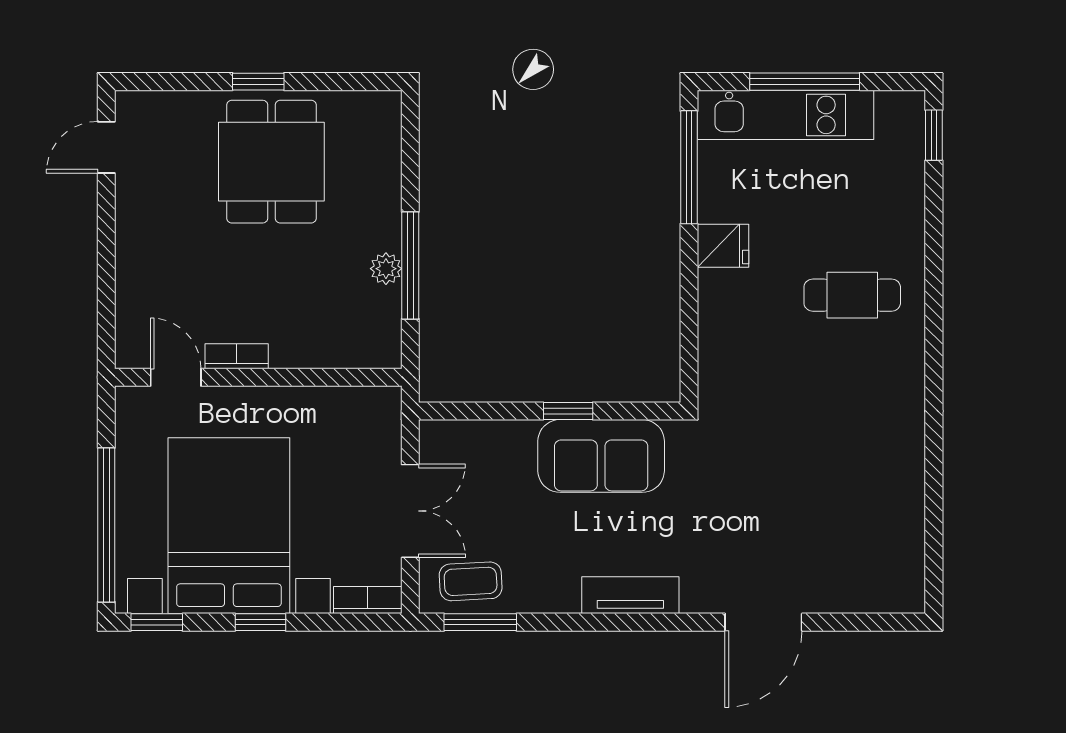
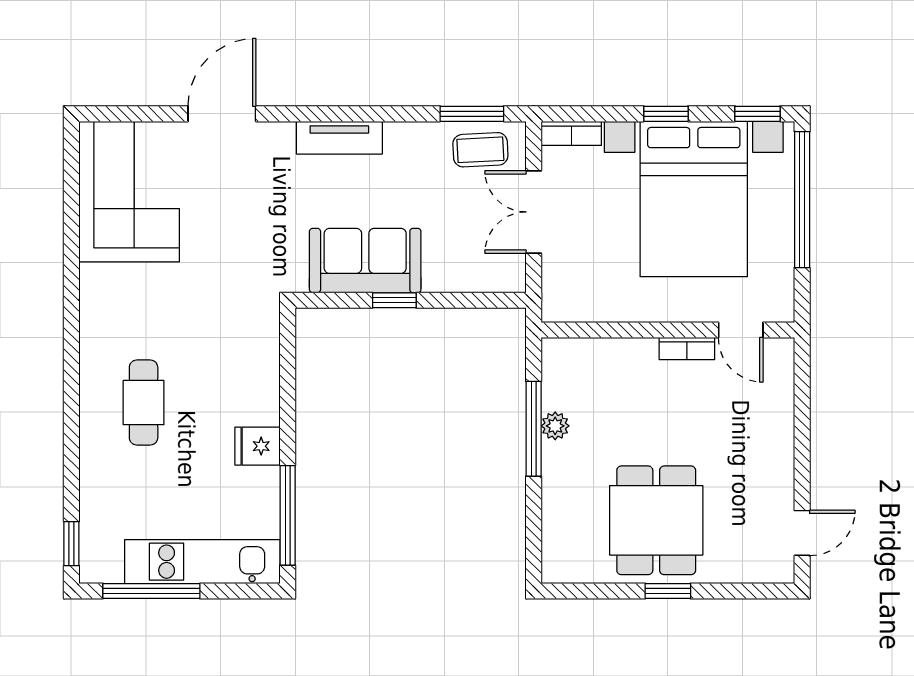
window: (805, 82) -> (151, 591), moved
cafe table: (852, 295) -> (144, 403), turned 90
corner sofa: (869, 534) -> (129, 192), added

